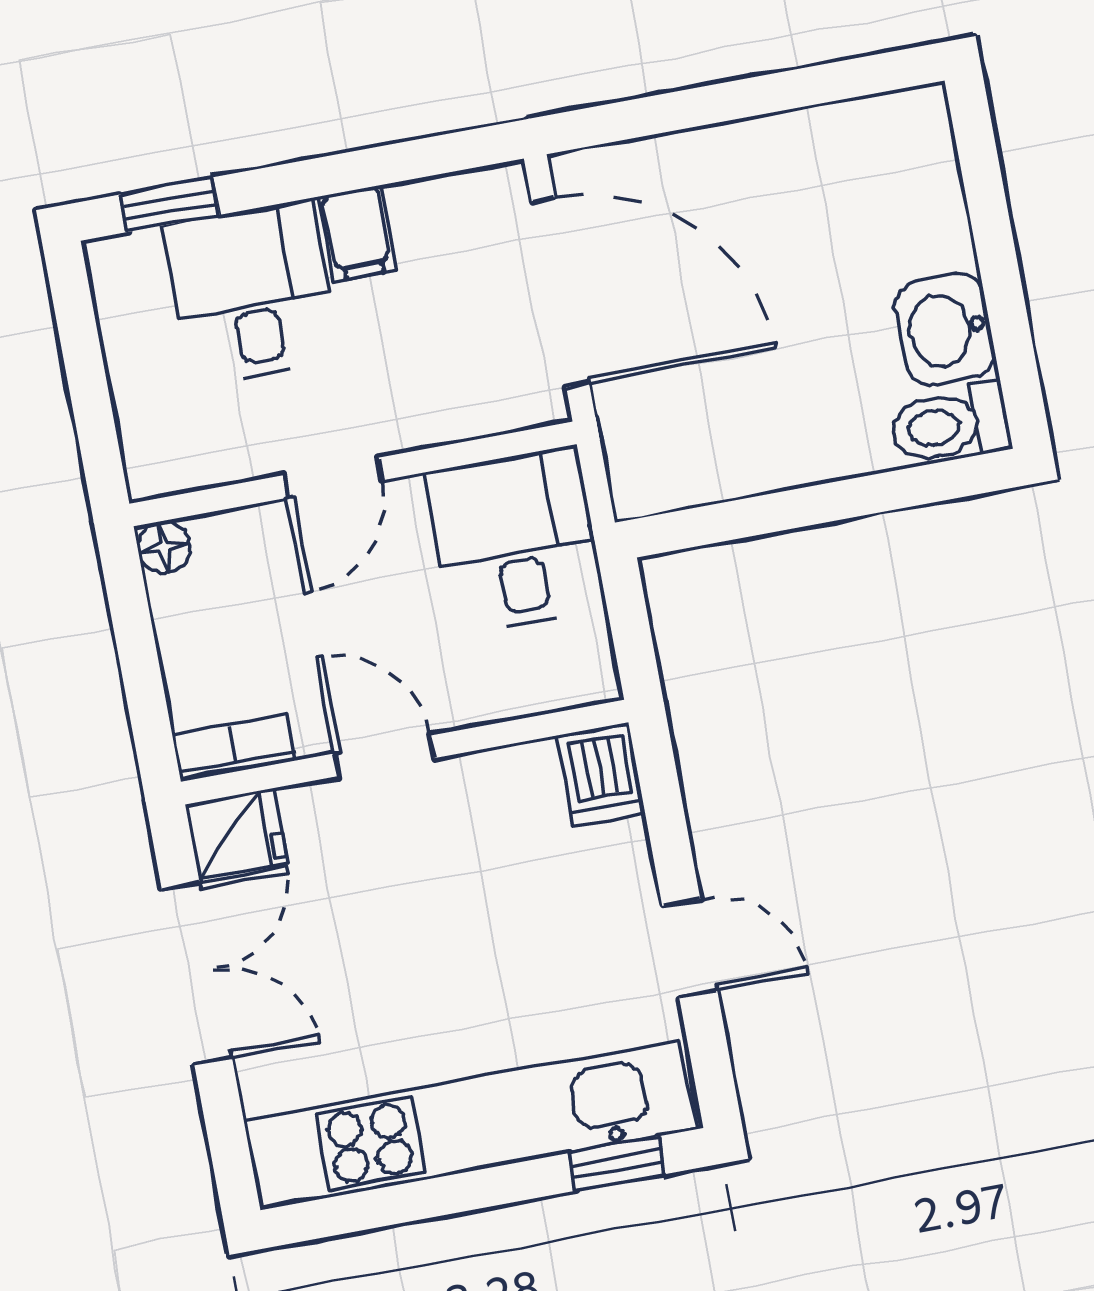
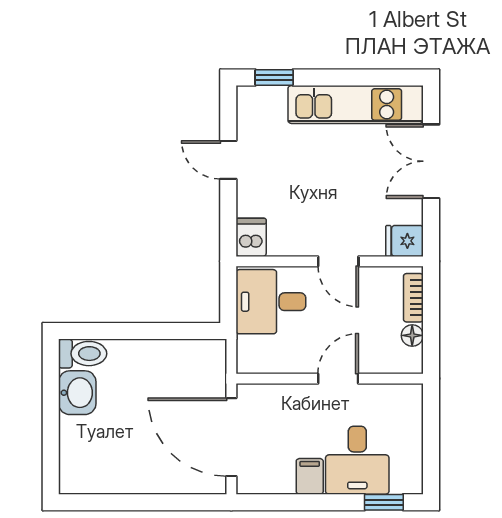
desk: (516, 541) -> (271, 302), moved, turned 90
floor lamp: (164, 547) -> (412, 335), moved
bookcase: (234, 748) -> (413, 298), moved, turned 90
double door: (197, 973) -> (431, 161), moved
kitchen unit: (470, 1125) -> (356, 104), width x0.73

